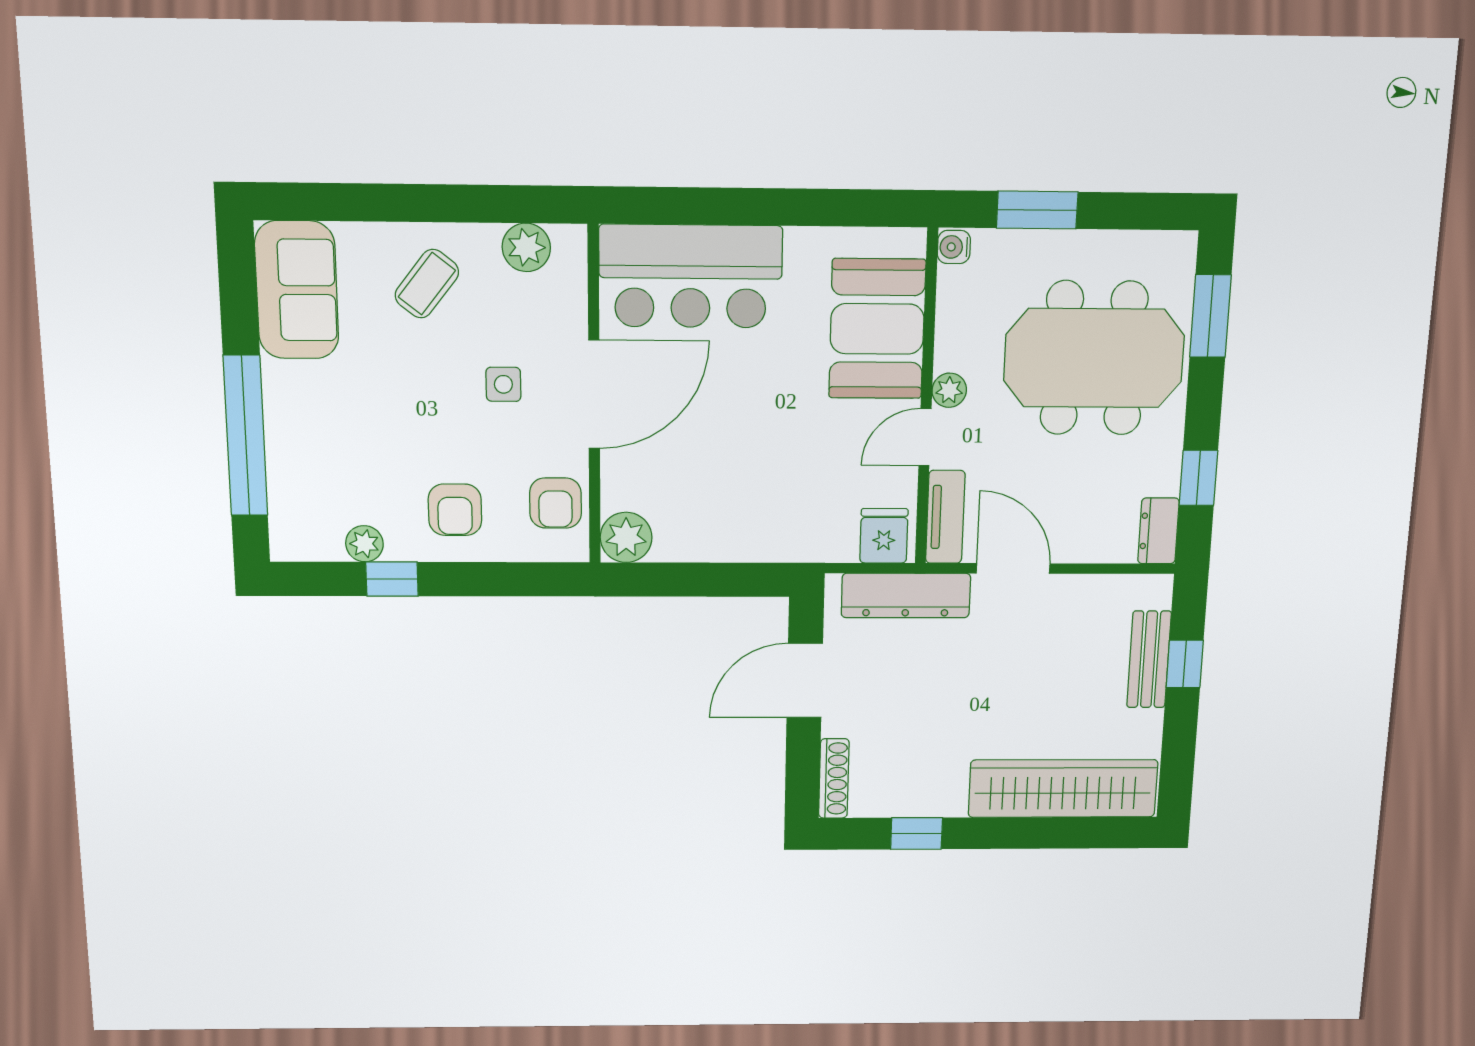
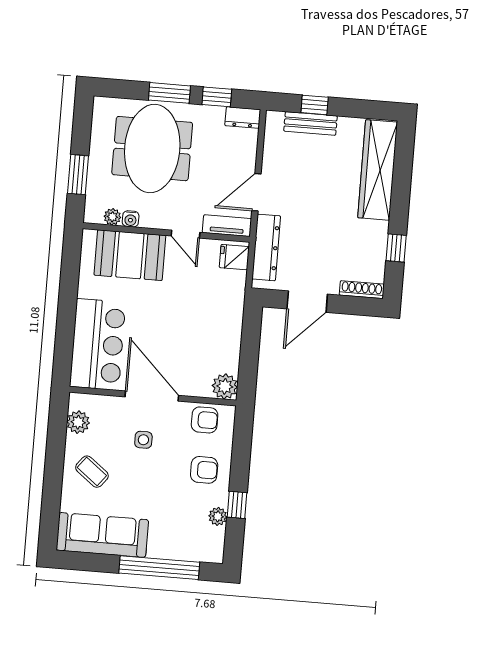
water cooler: (954, 247) -> (131, 219), moved
sofa: (297, 290) -> (102, 535), width x1.36
window: (1210, 316) -> (169, 93), moved
plant: (949, 390) -> (112, 217), moved
door: (805, 680) -> (307, 302), hinge flipped

